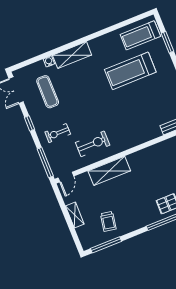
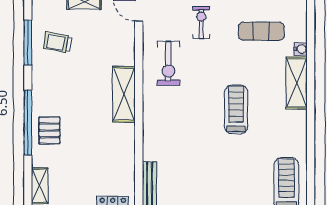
treadmill: (130, 71) -> (236, 109), moved, width x0.73, depth x0.73
shelving: (109, 171) -> (124, 94), moved
window: (106, 245) -> (28, 43), moved

